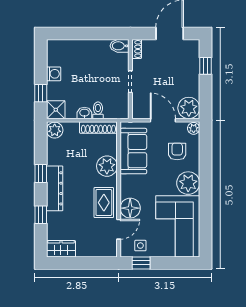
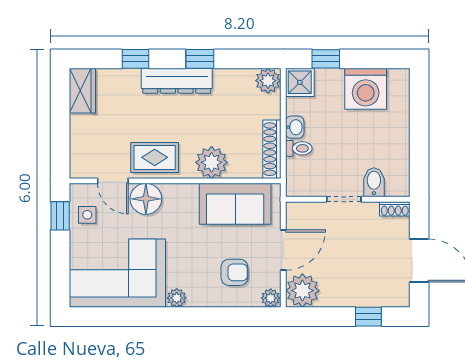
bidet: (120, 46) -> (374, 182), moved
washing machine: (54, 74) -> (366, 89), width x1.89, depth x1.89
plant: (188, 183) -> (177, 298), width x0.53, depth x0.53

